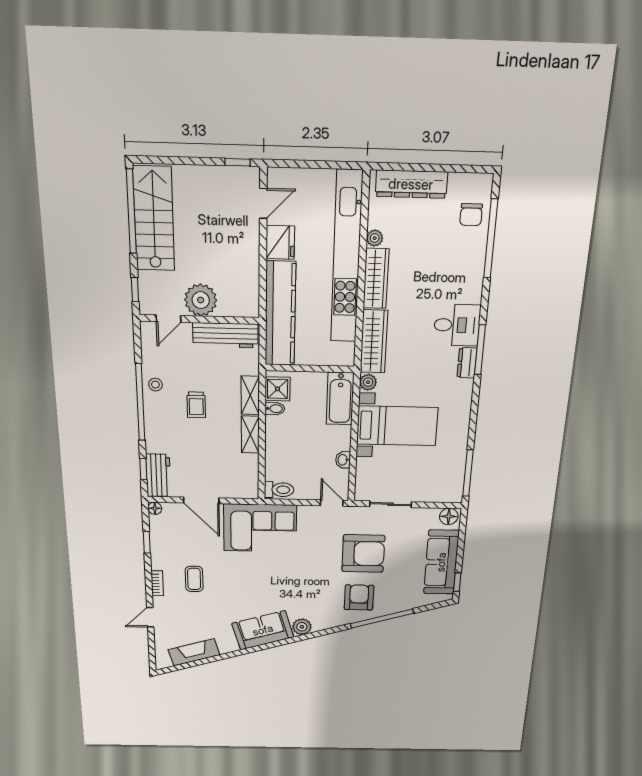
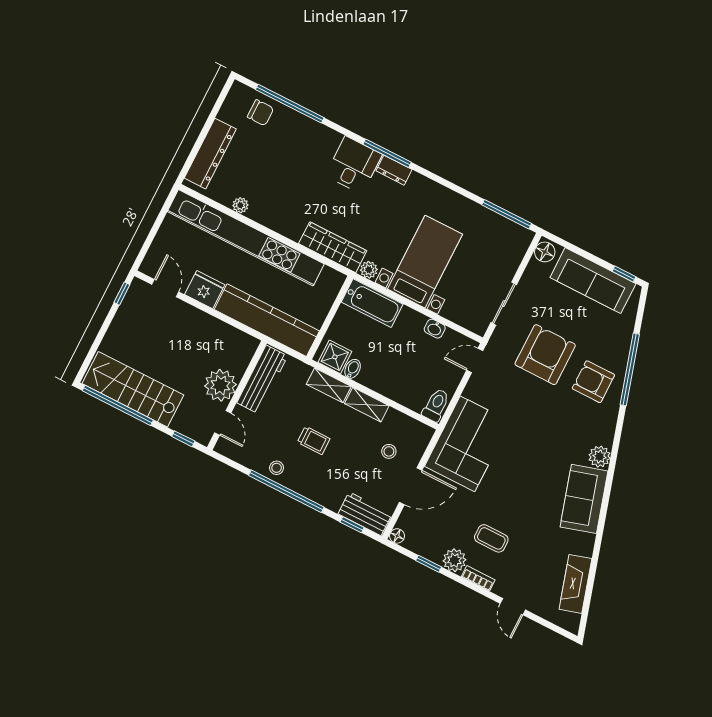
wardrobe: (376, 279) -> (276, 220), removed
stool: (220, 470) -> (389, 451), added
plant: (161, 560) -> (454, 560), added

